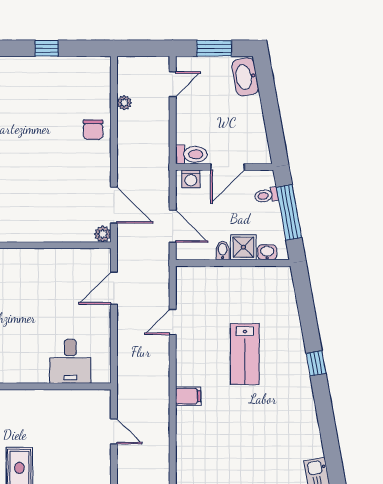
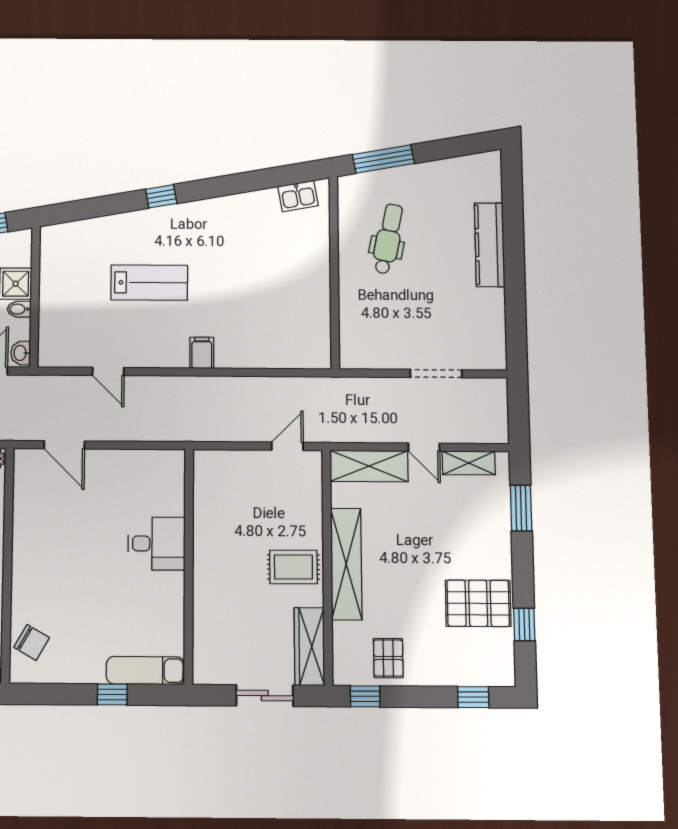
washbasin: (267, 252) -> (21, 353), moved
desk: (70, 361) -> (157, 544), moved
door: (114, 431) -> (287, 446), moved

